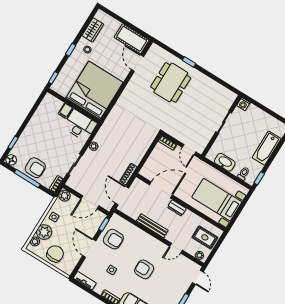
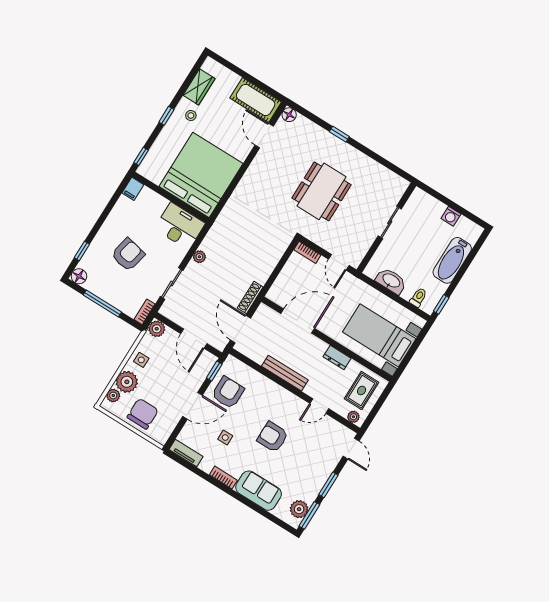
floor lamp: (155, 49) -> (289, 115), added
dining table: (171, 82) -> (322, 191), moved
washing machine: (243, 104) -> (451, 216), moved
filing cabinet: (66, 111) -> (133, 189), moved
armchair: (35, 168) -> (128, 255), moved, turned -78
door: (90, 202) -> (194, 339), hinge flipped
dresser: (177, 208) -> (337, 357), moved
rug: (205, 237) -> (362, 391), turned 90
armchair: (113, 239) -> (228, 392), turned -90
door: (89, 248) -> (193, 406), swing flipped

